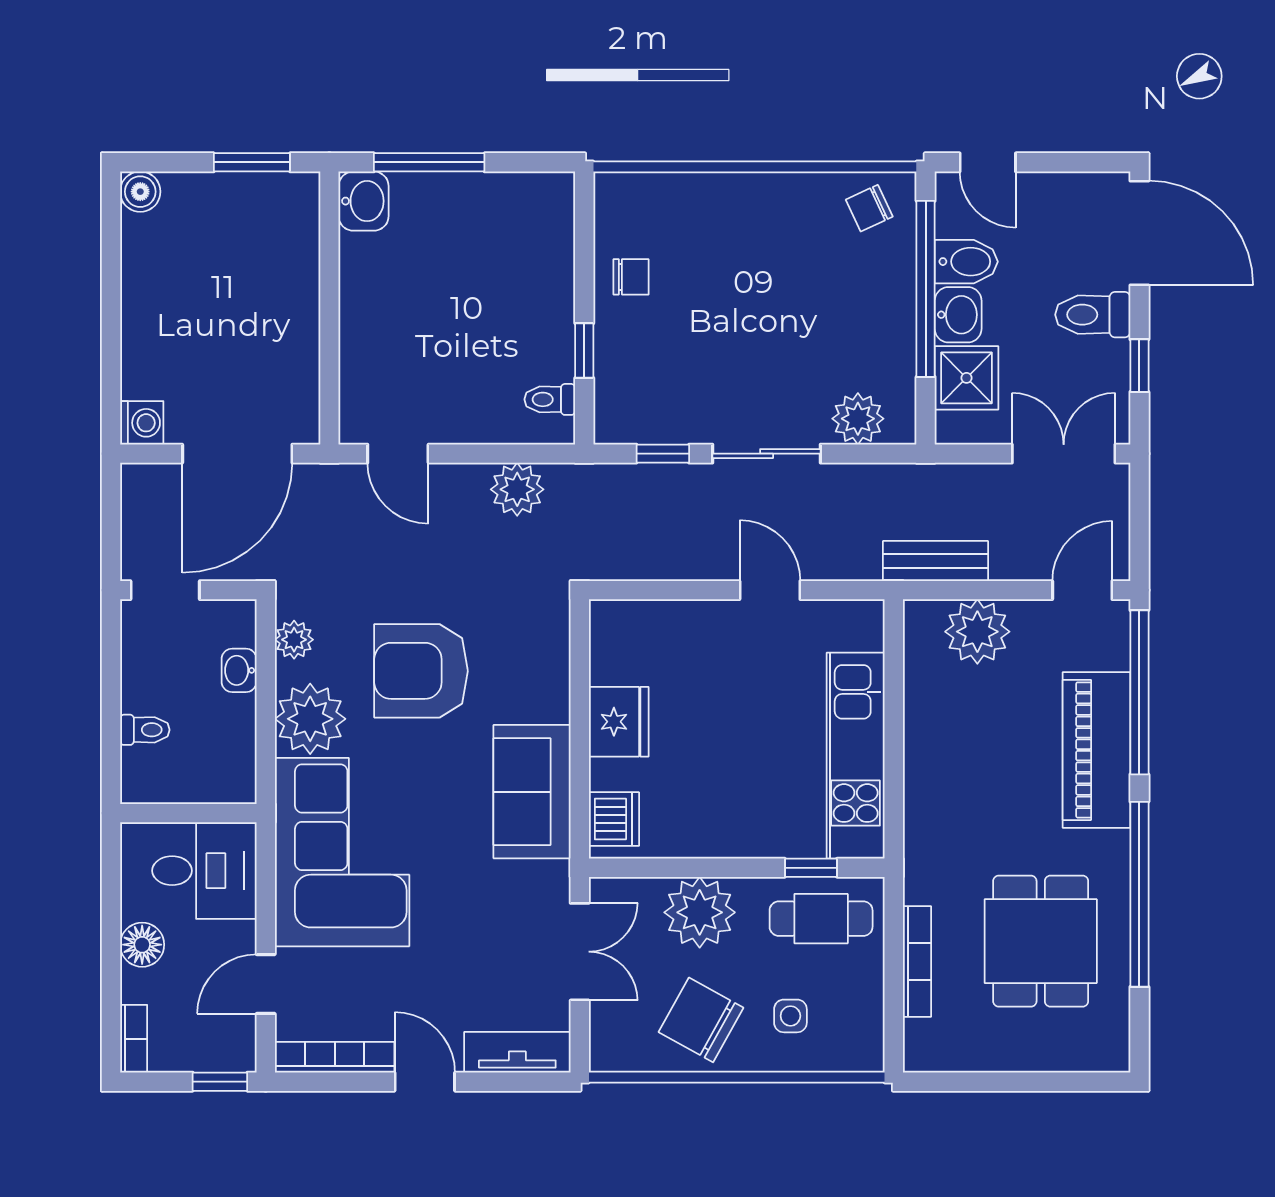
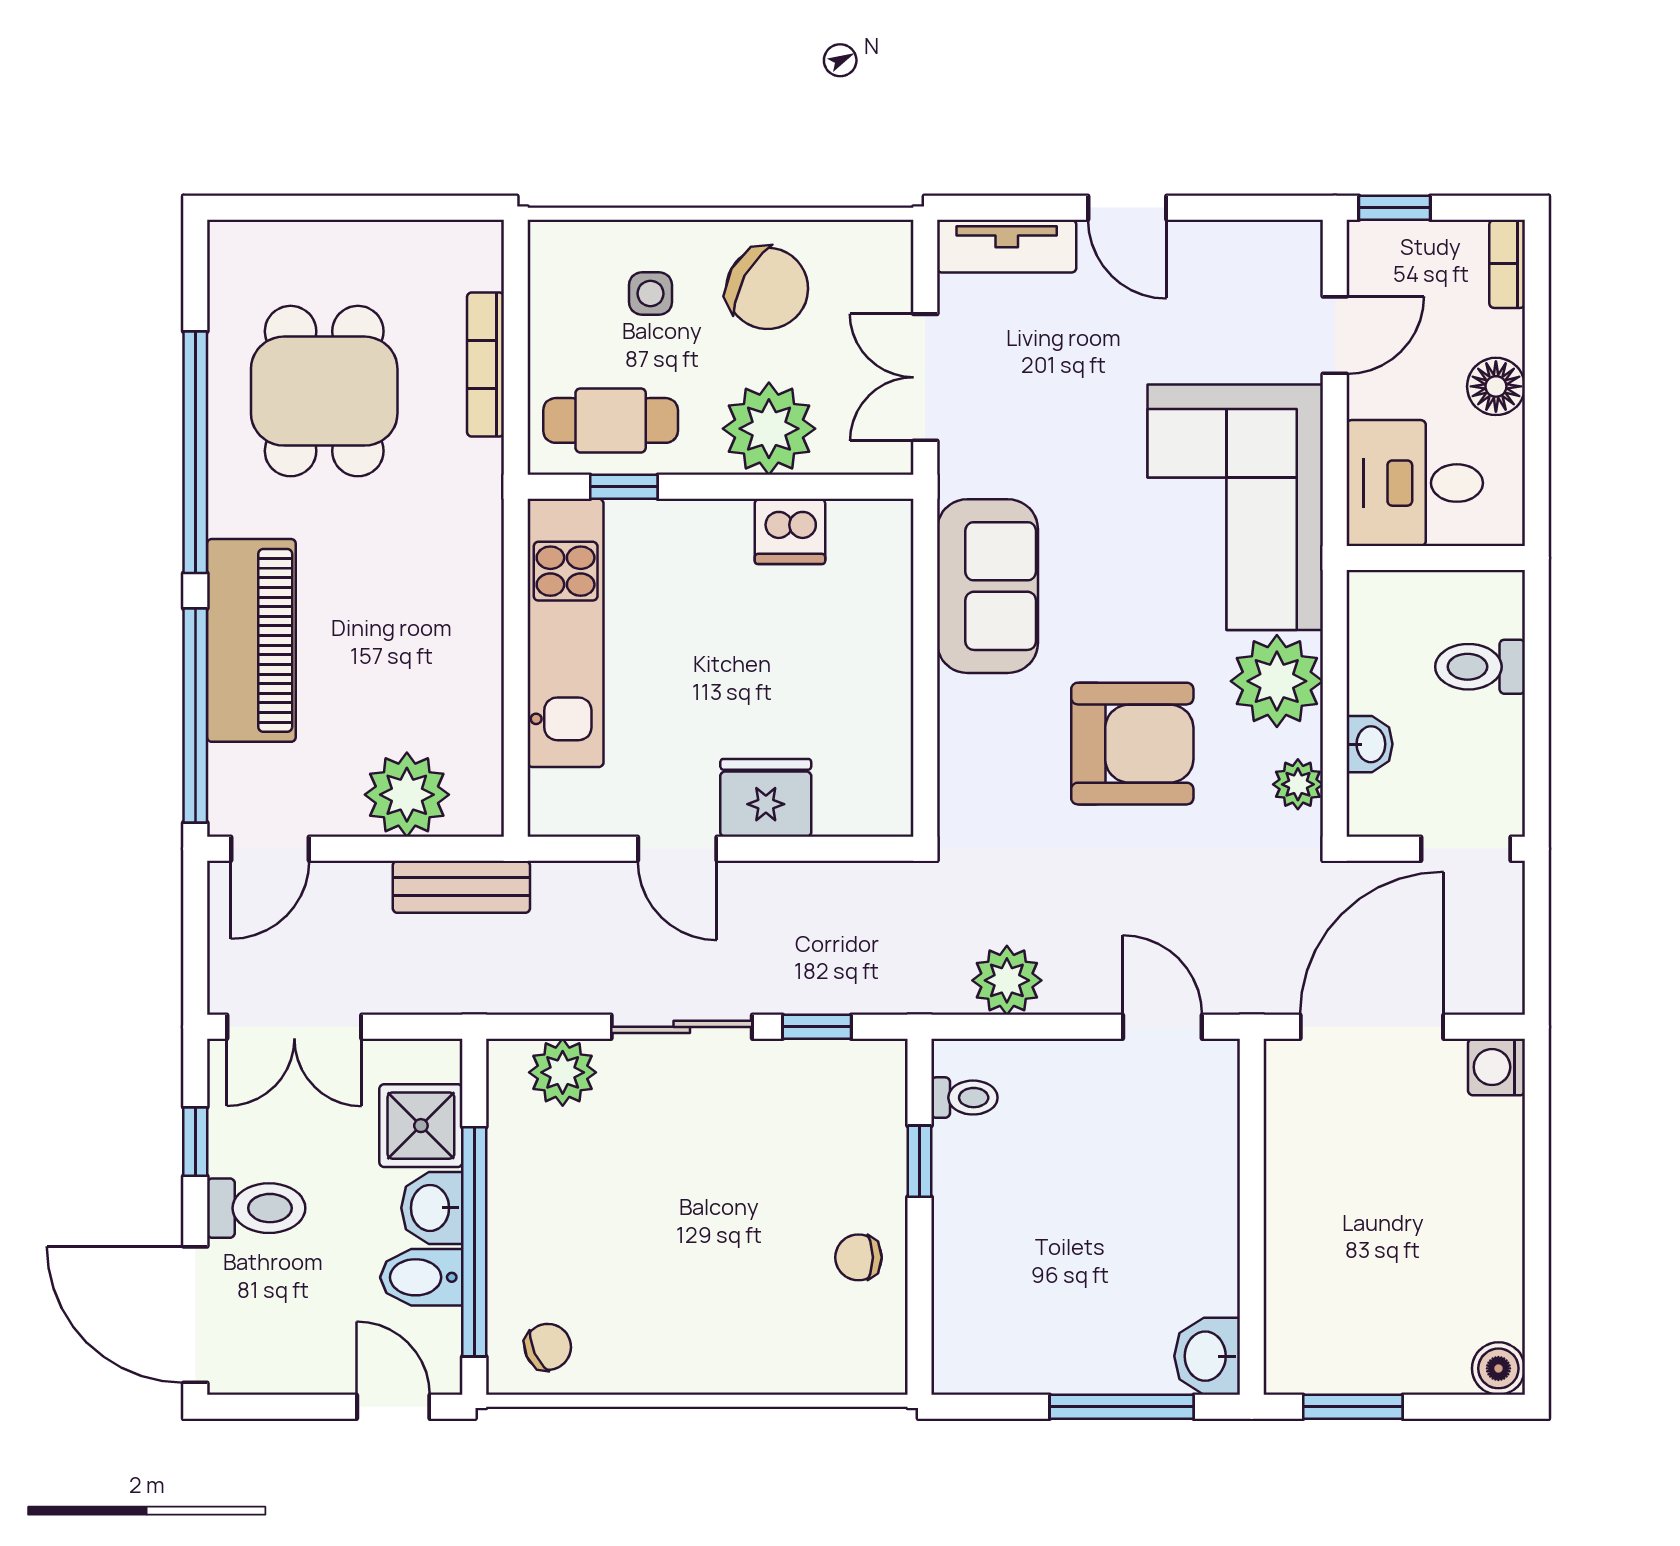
fridge: (619, 722) -> (766, 798), moved, turned 90
toilet: (145, 730) -> (1480, 667), width x1.37, depth x1.39
dishwasher: (614, 819) -> (790, 531), moved, turned -90
bookcase: (335, 1057) -> (1245, 240), removed

